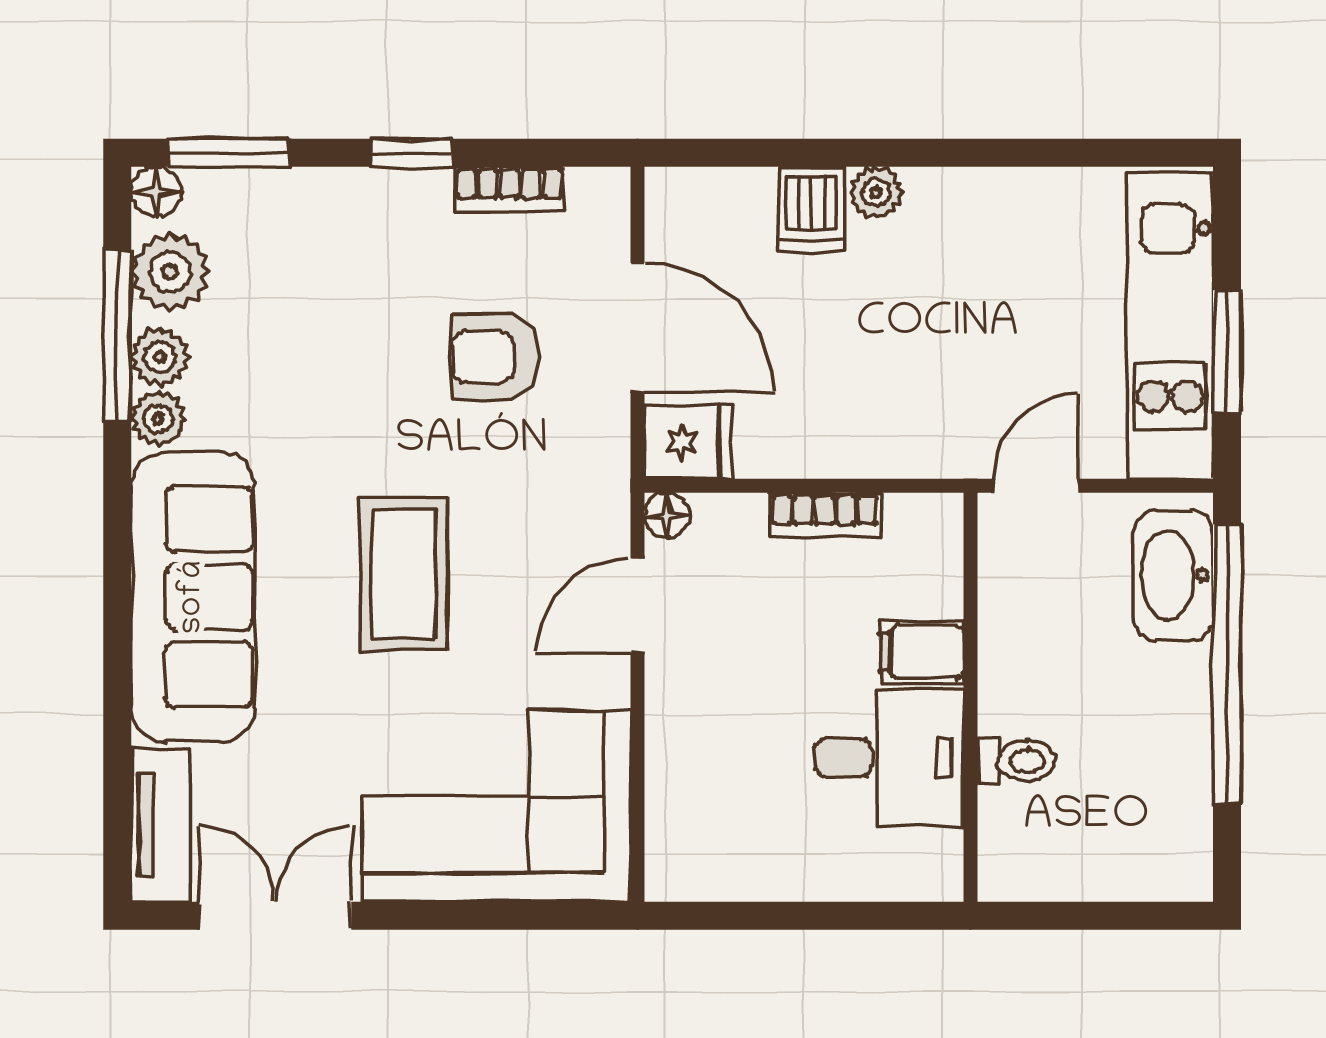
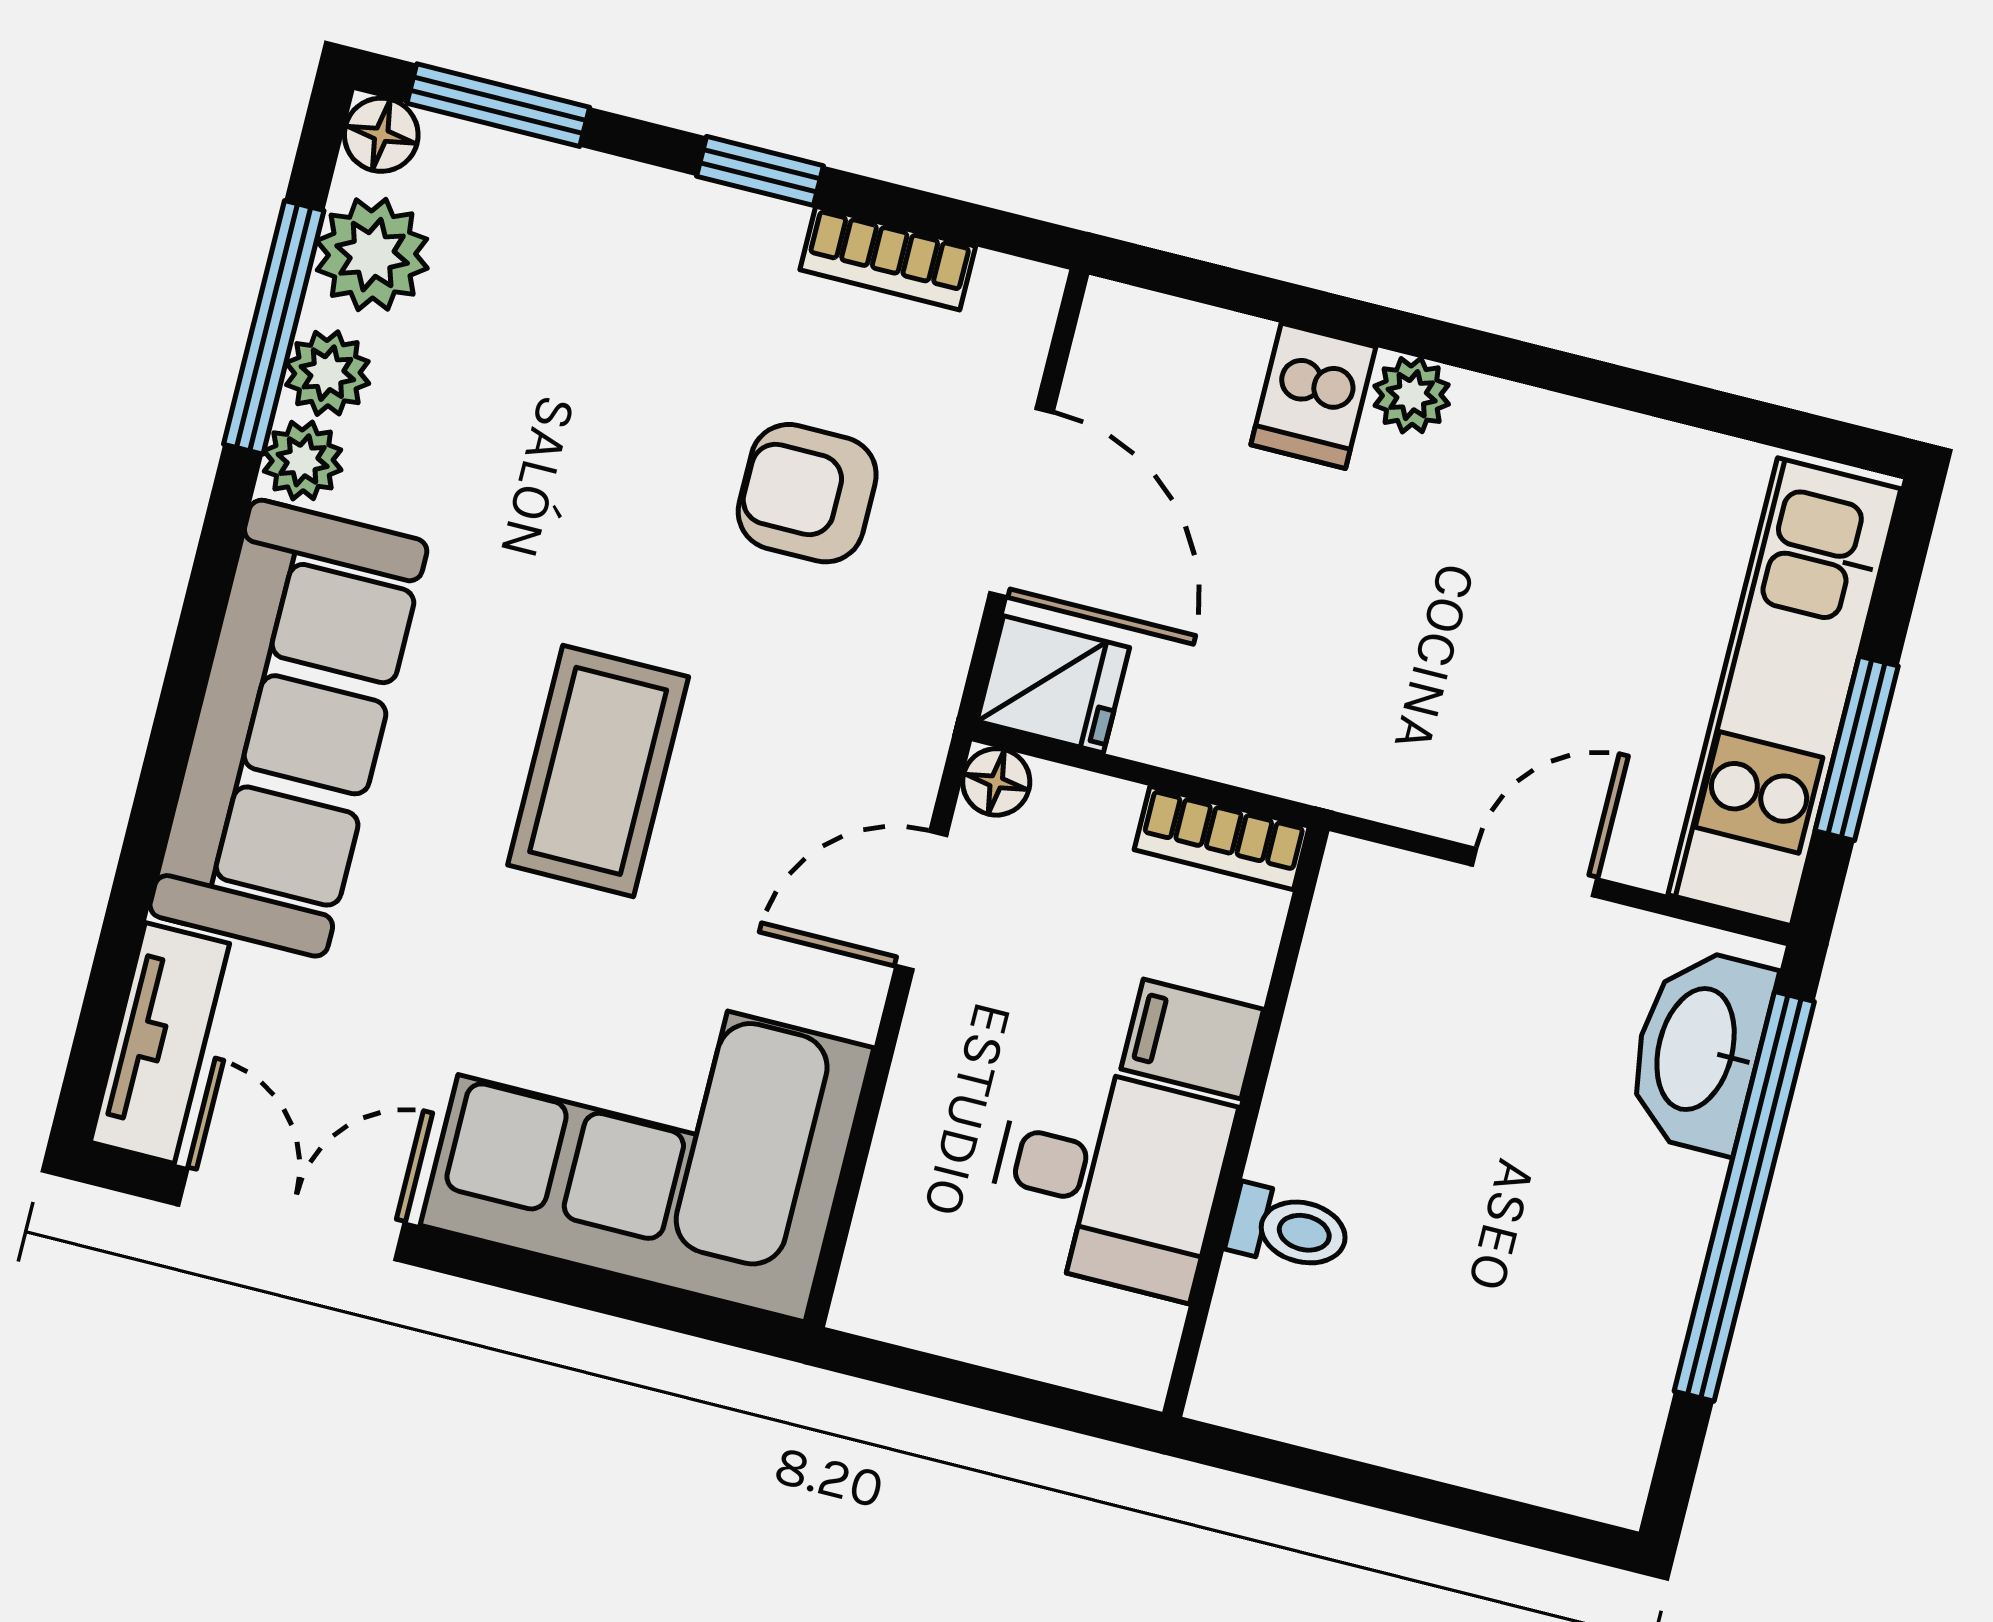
filing cabinet: (922, 652) -> (1192, 1039), moved
wall: (970, 697) -> (1246, 1121), moved
desk: (889, 758) -> (1108, 1179), moved
toilet: (1016, 761) -> (1289, 1229), moved

